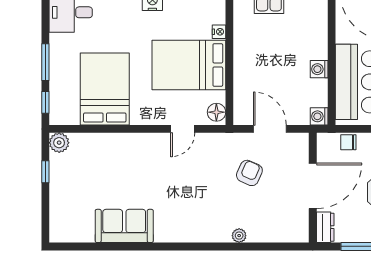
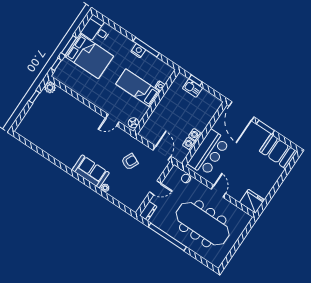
bed: (189, 65) -> (138, 88), width x0.67
bed: (105, 89) -> (89, 56), moved, turned 90
washing machine: (319, 116) -> (189, 144), moved
door: (270, 129) -> (162, 153), moved
door: (313, 186) -> (155, 188), width x0.53
sofa: (124, 226) -> (91, 171), moved

